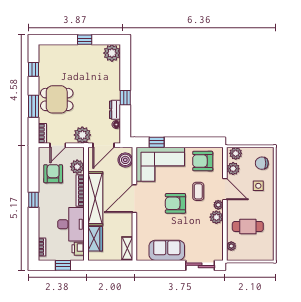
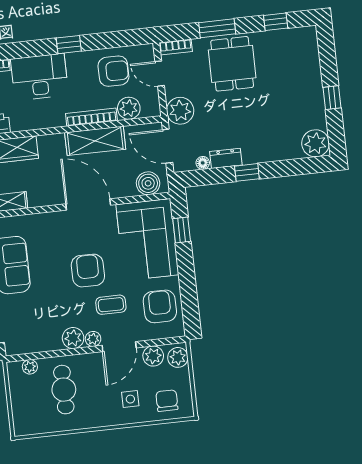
shelving: (95, 198) -> (95, 141), width x0.68
desk: (71, 224) -> (39, 77), moved, turned 180

